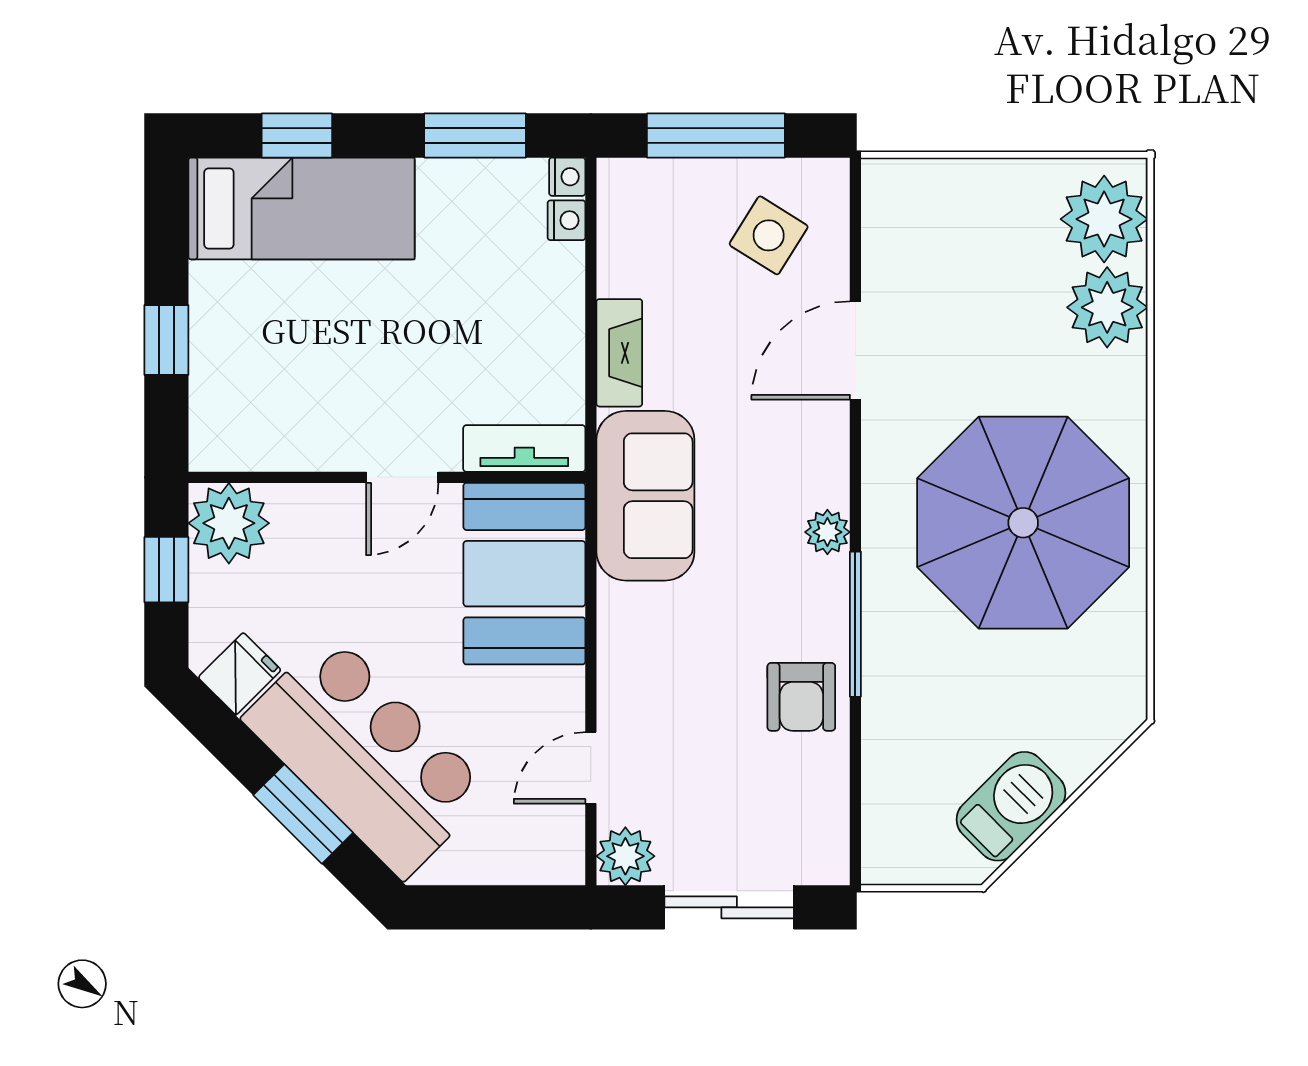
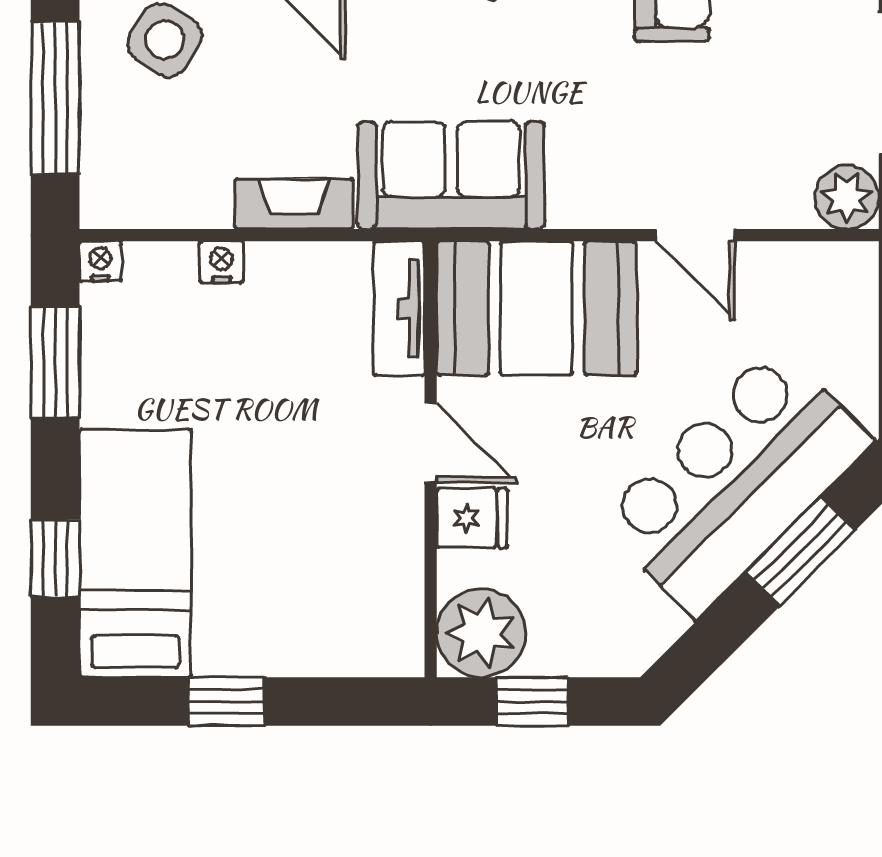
nightstand: (566, 220) -> (221, 262), moved
window: (166, 340) -> (226, 702), moved
fridge: (240, 674) -> (472, 518), moved, turned 135
door: (591, 768) -> (695, 235), moved

